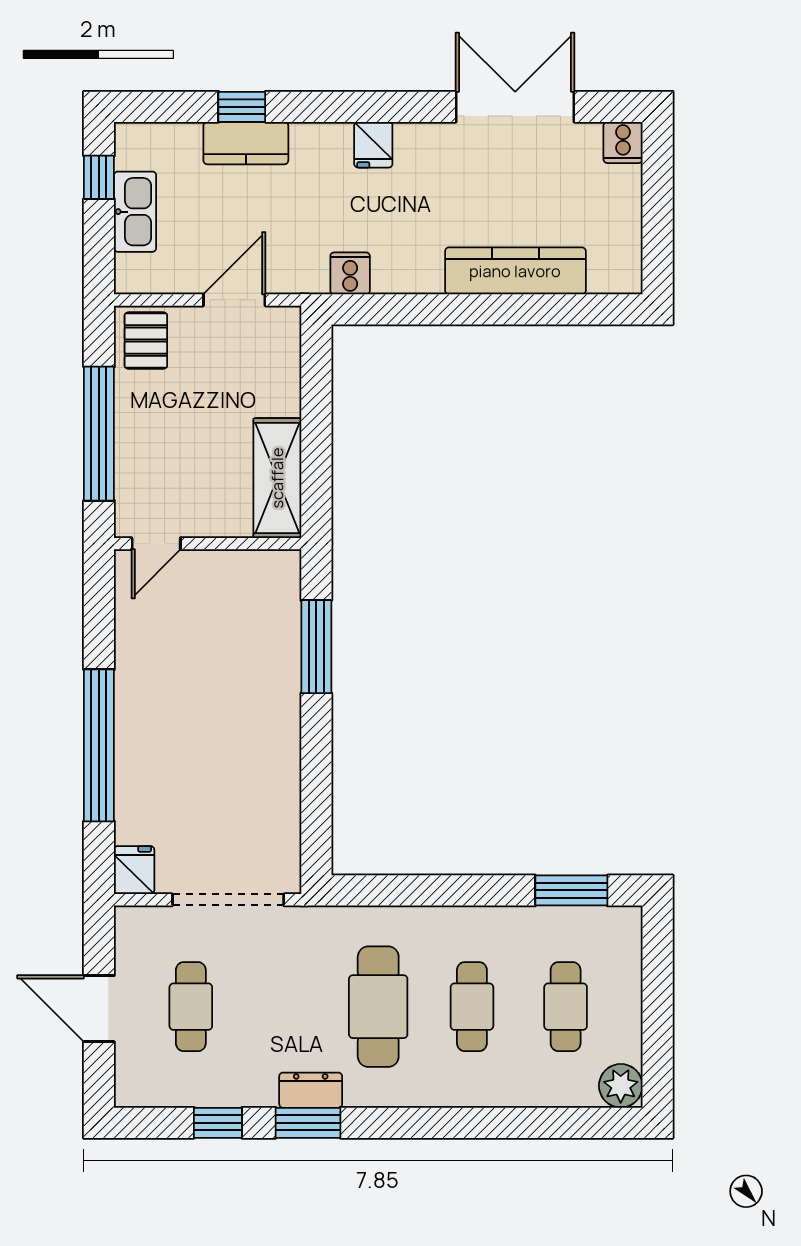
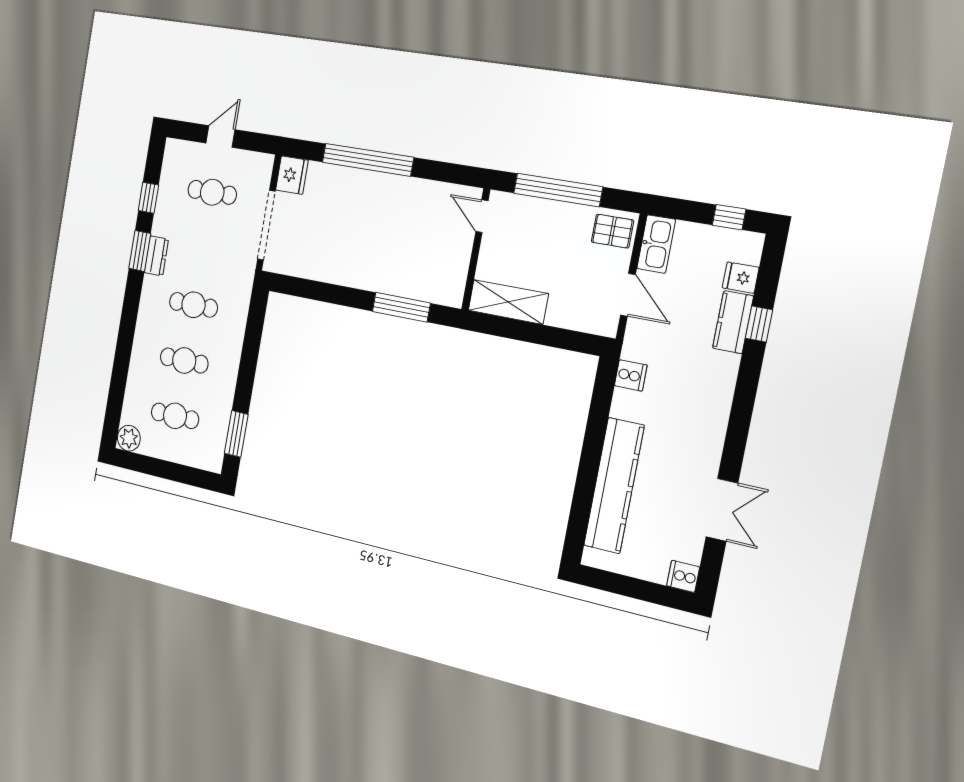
double door: (515, 107) -> (722, 510), width x0.73
fridge: (373, 145) -> (741, 278), moved
kitchen sink: (135, 212) -> (656, 244), moved, turned -90
kitchen counter: (515, 271) -> (614, 486), width x1.39, depth x1.17
fridge: (134, 870) -> (292, 175), width x1.38
cafe table: (378, 1007) -> (193, 305), width x0.73, depth x0.74
door: (99, 1009) -> (220, 136), width x0.73

